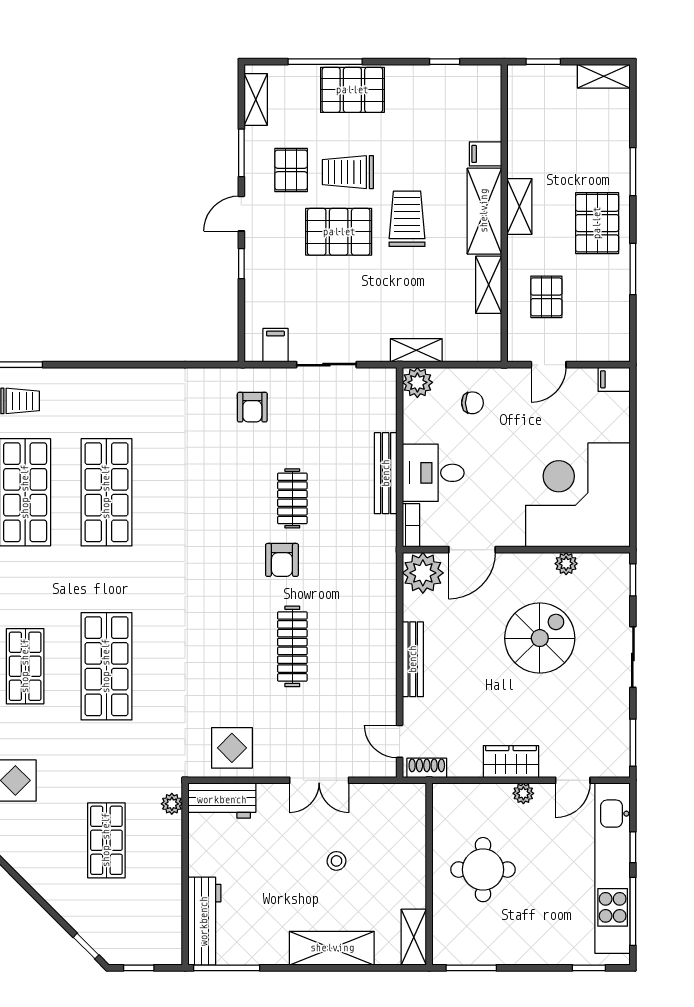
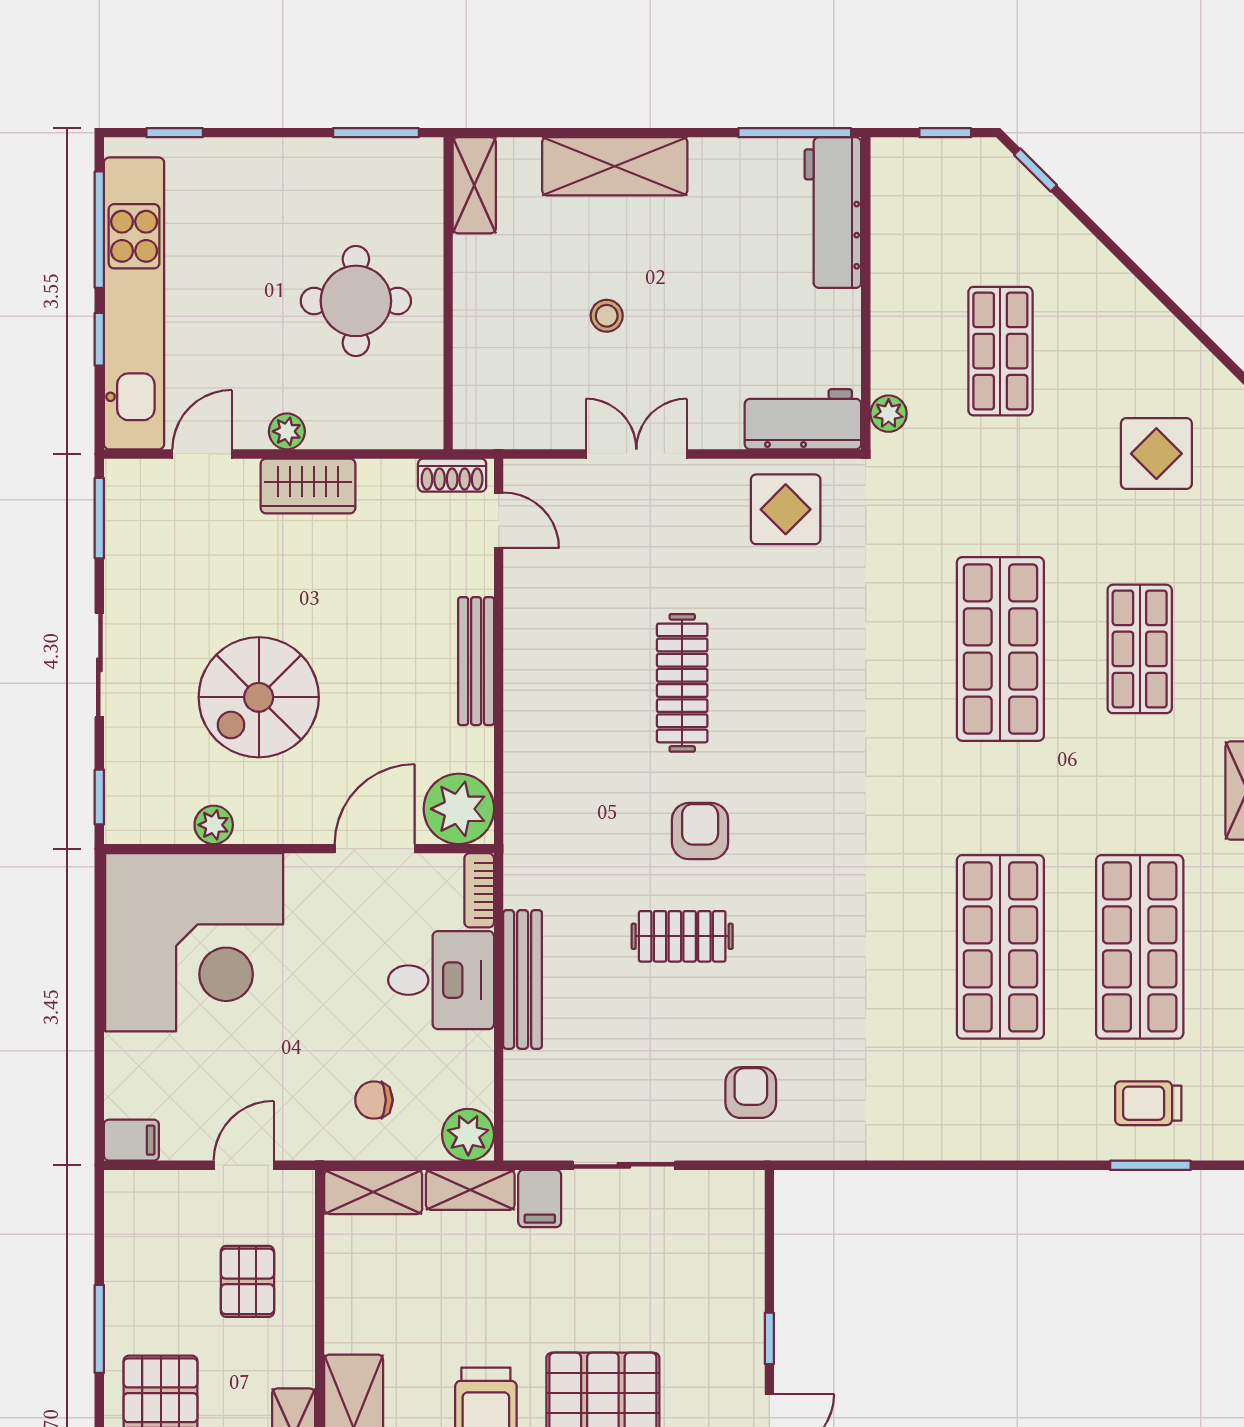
shelving: (489, 285) -> (373, 1192), moved, turned 90
filing cabinet: (275, 345) -> (540, 1199), moved
clothes rail: (292, 498) -> (682, 936), turned 90

